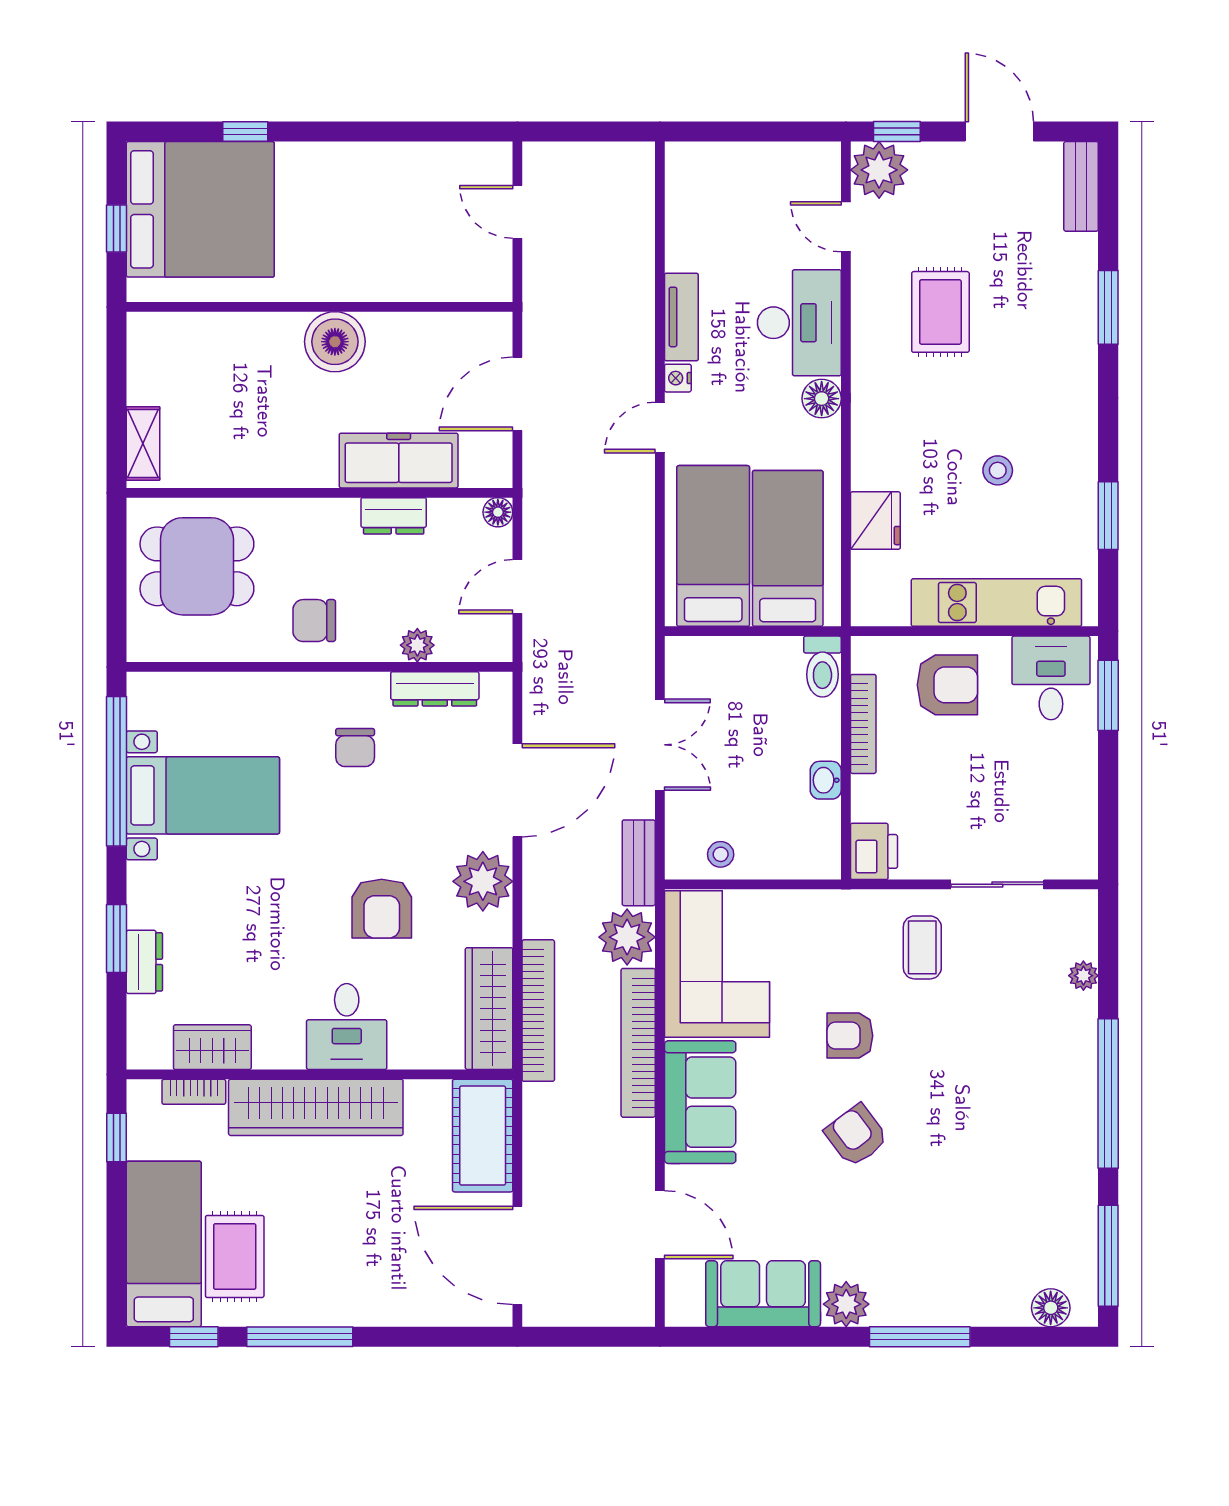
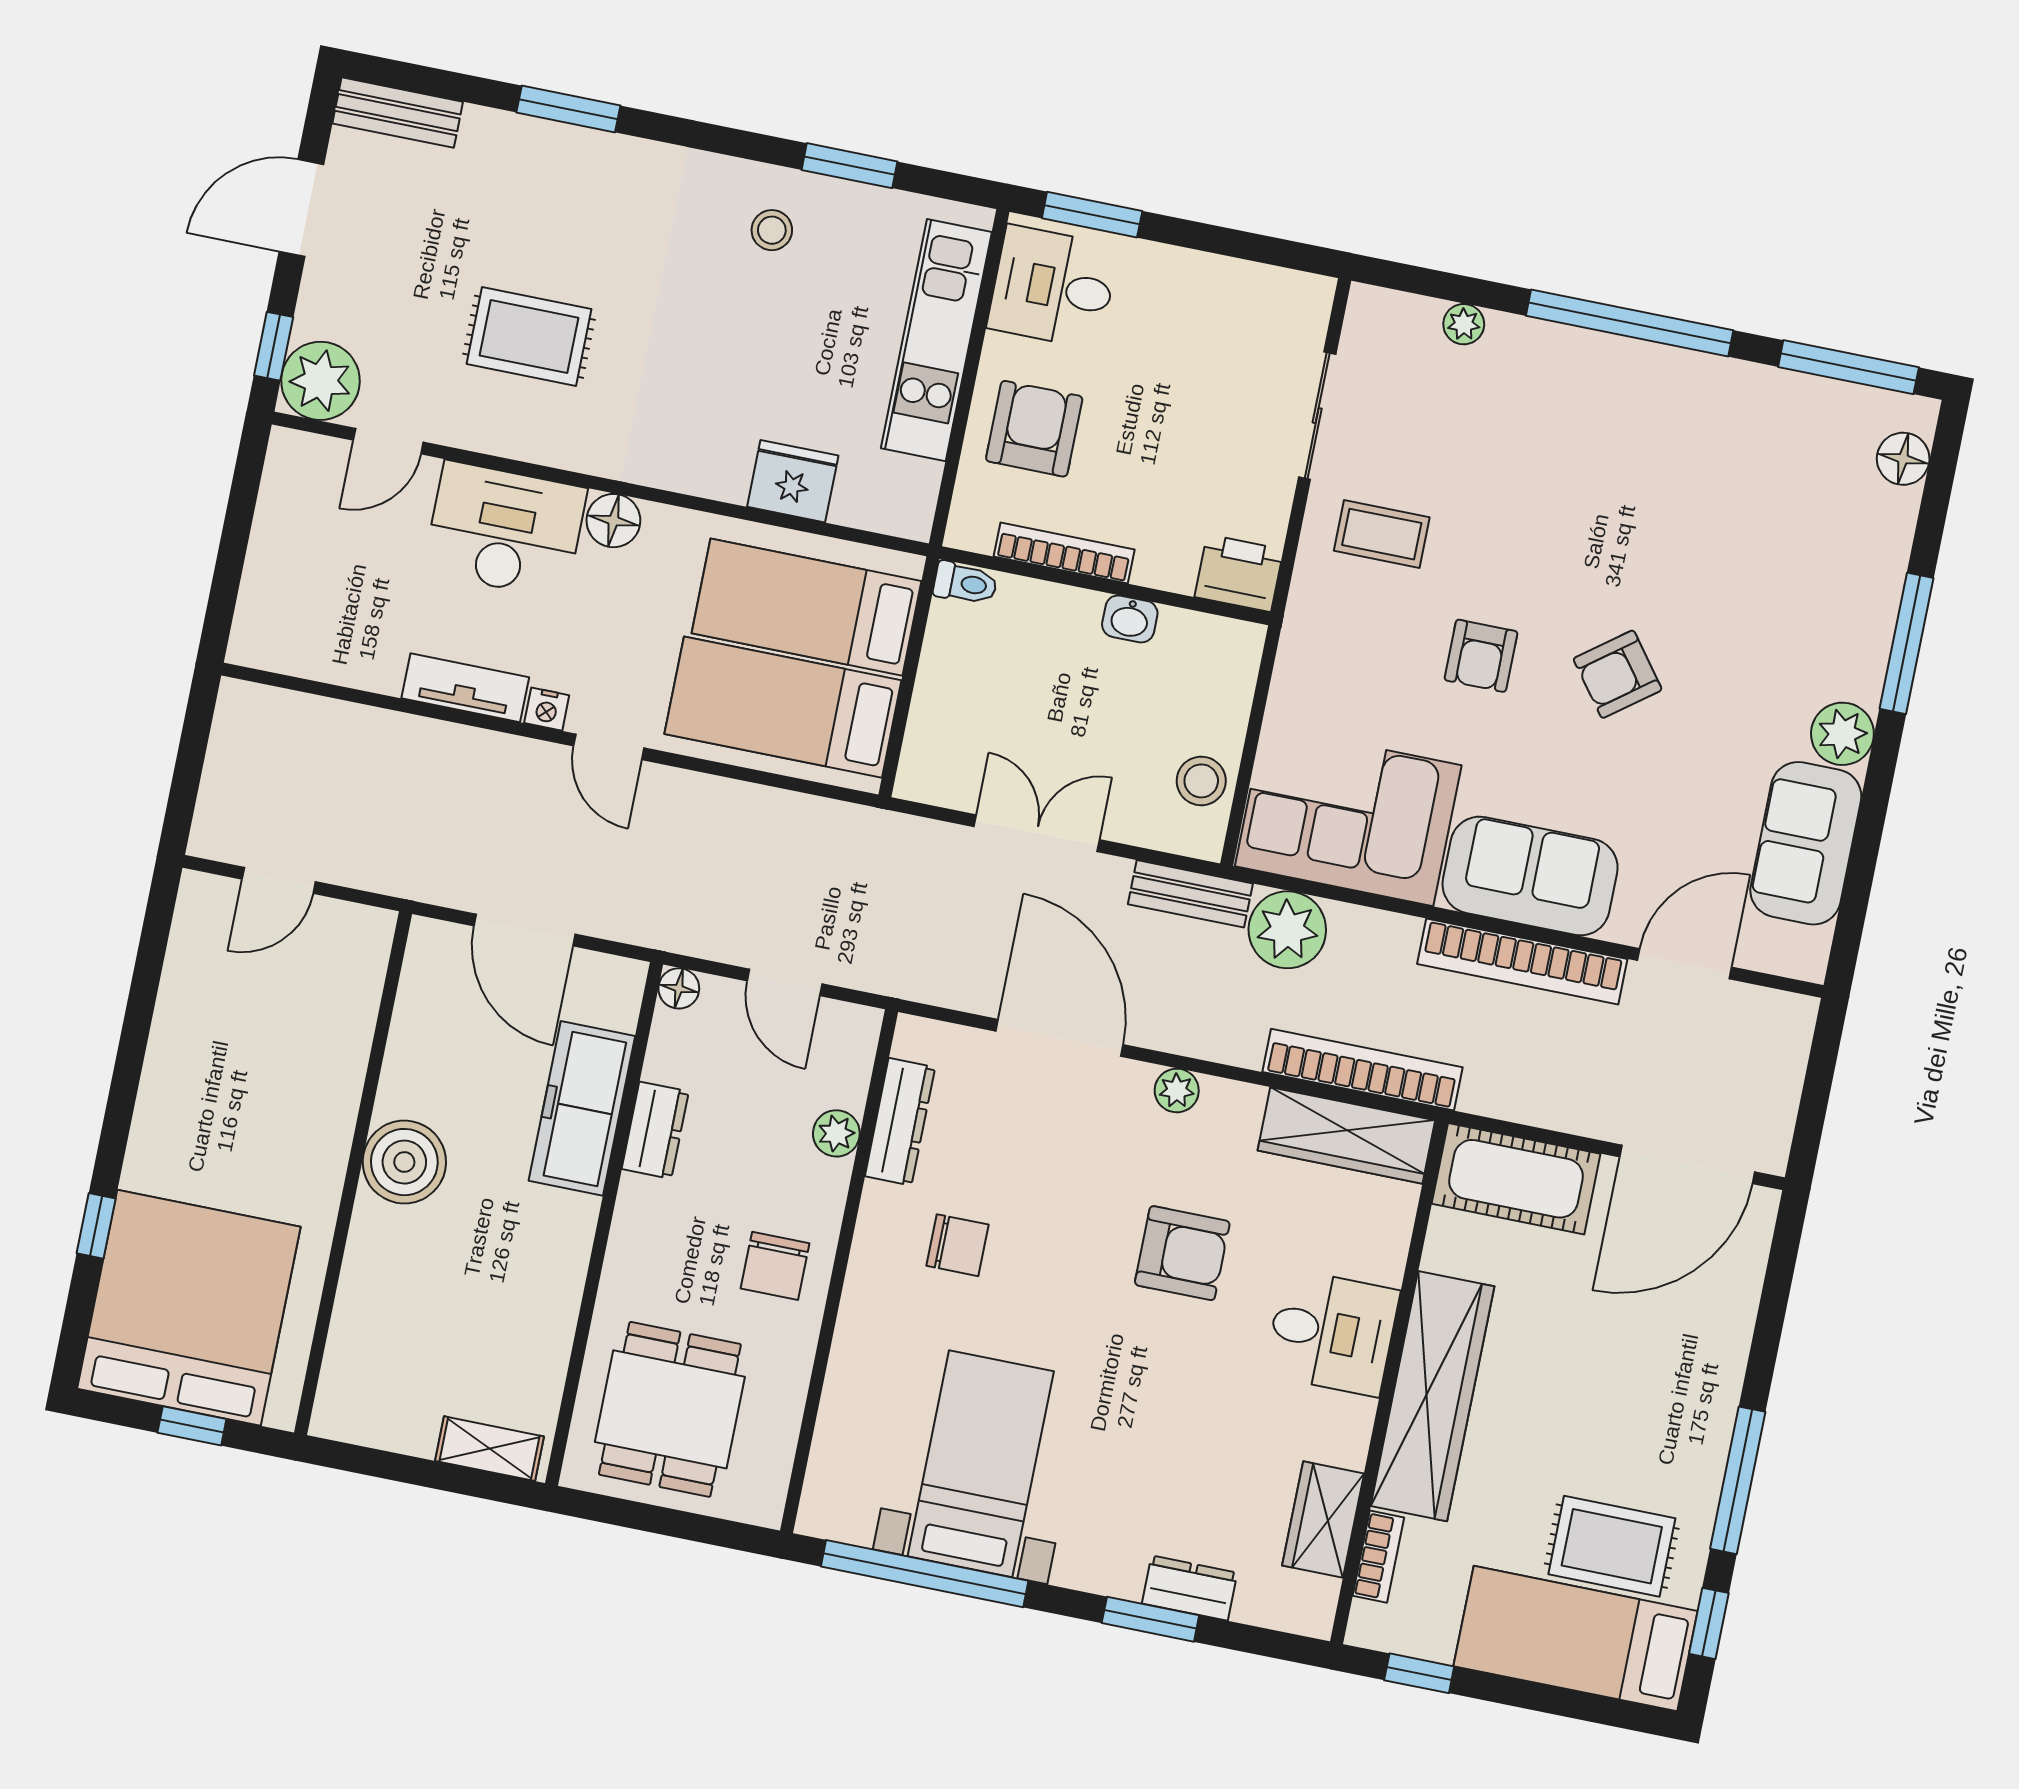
stool: (998, 470) -> (772, 230), moved
toilet: (822, 667) -> (965, 583), width x0.73, depth x0.72
stool: (721, 854) -> (1201, 781), width x1.37, depth x1.37
plant: (483, 881) -> (1177, 1090), width x0.53, depth x0.53
bookcase: (638, 1043) -> (1522, 961), moved

